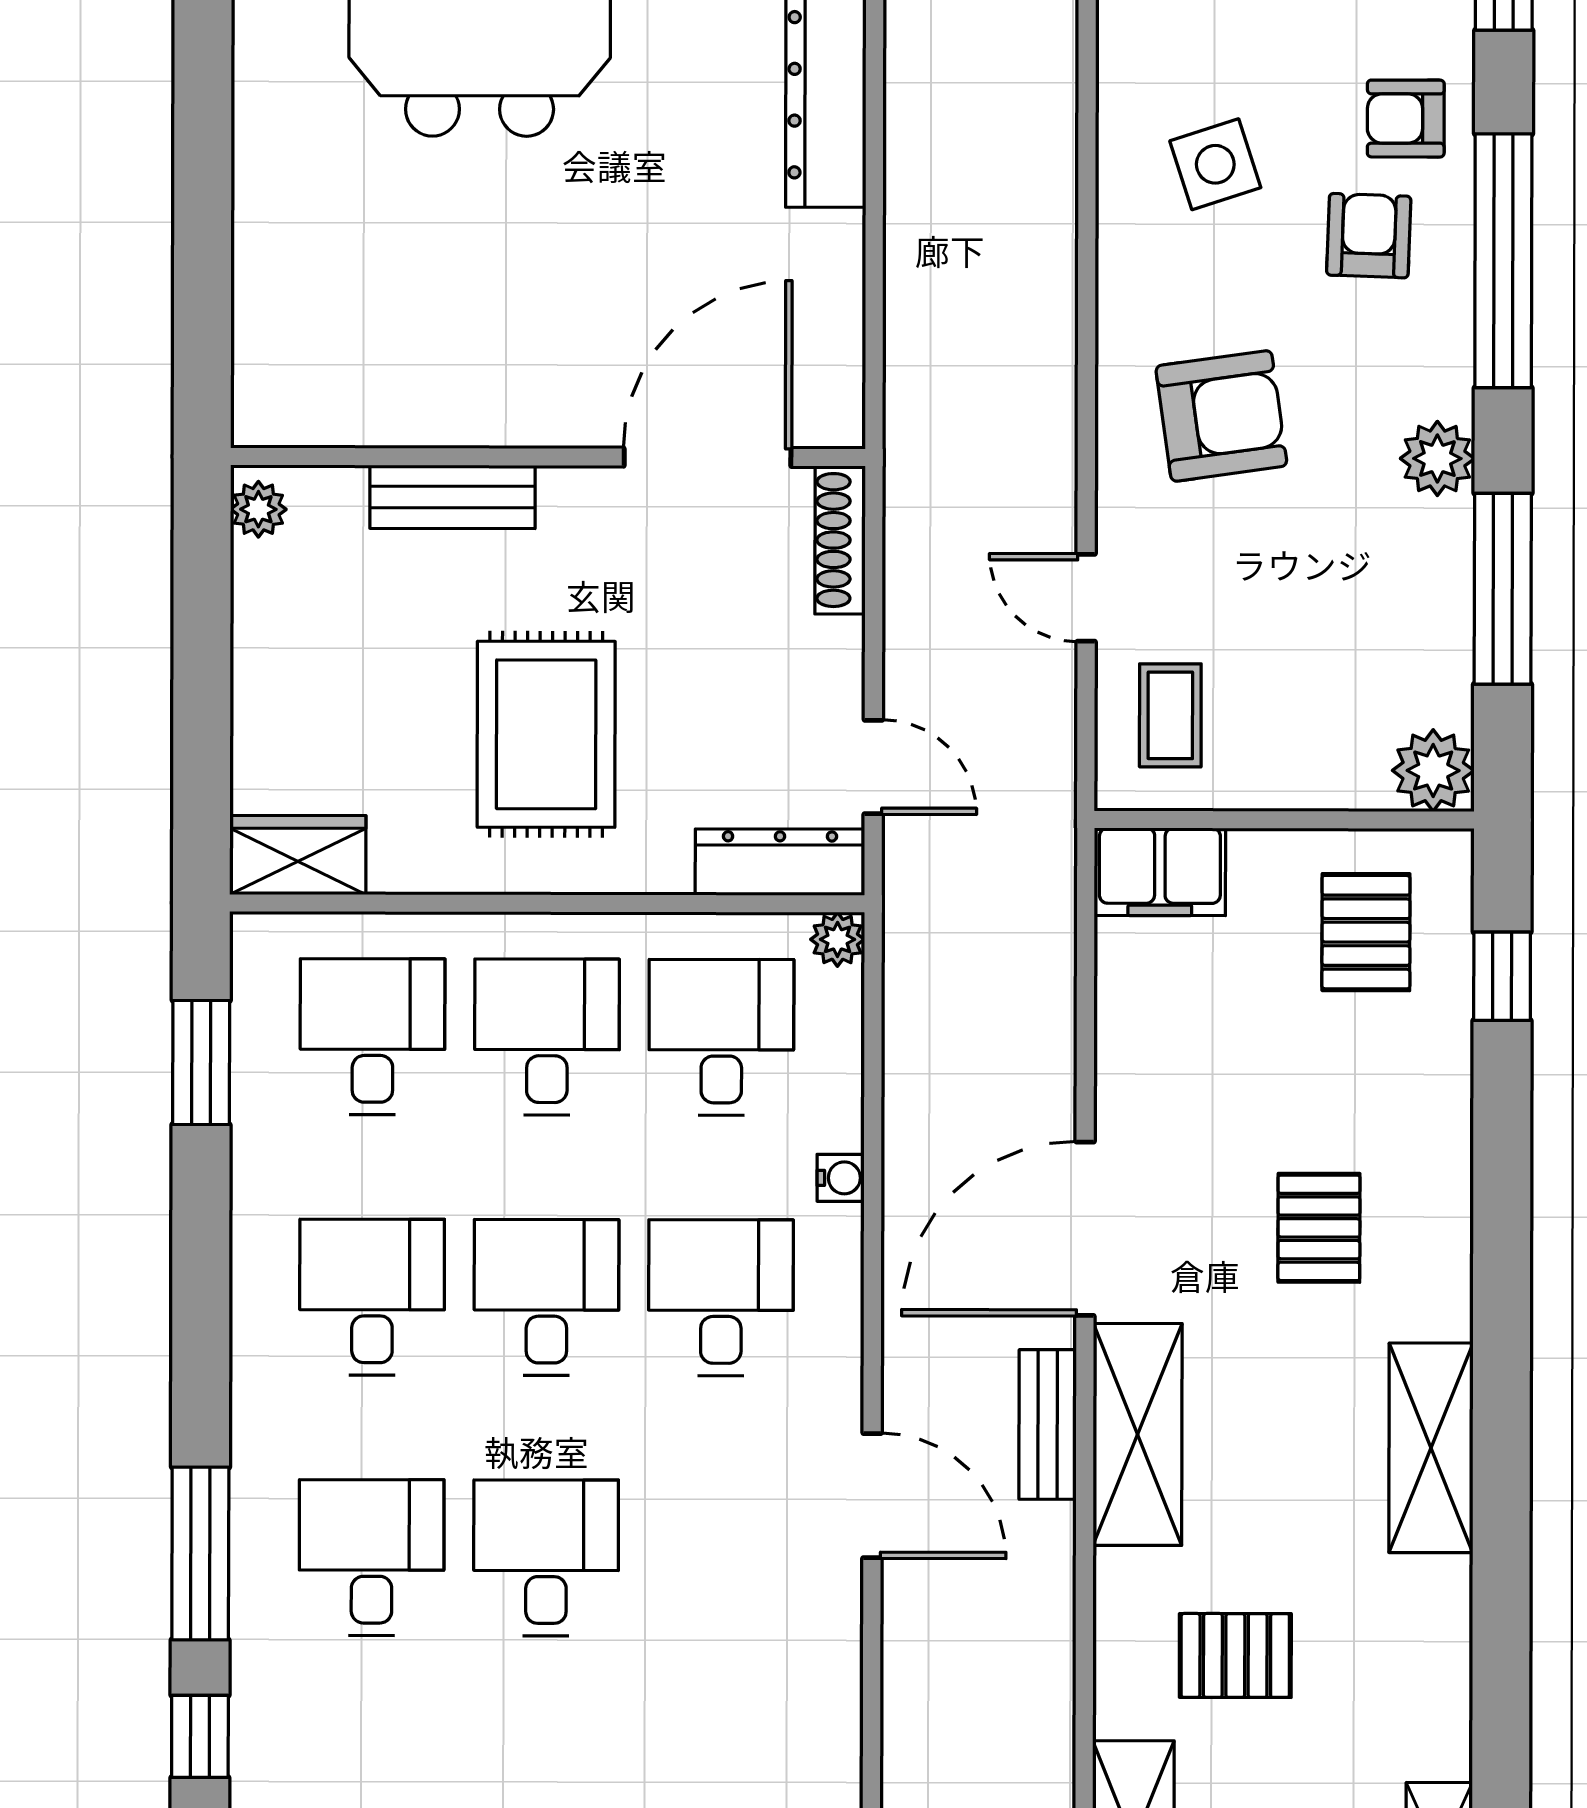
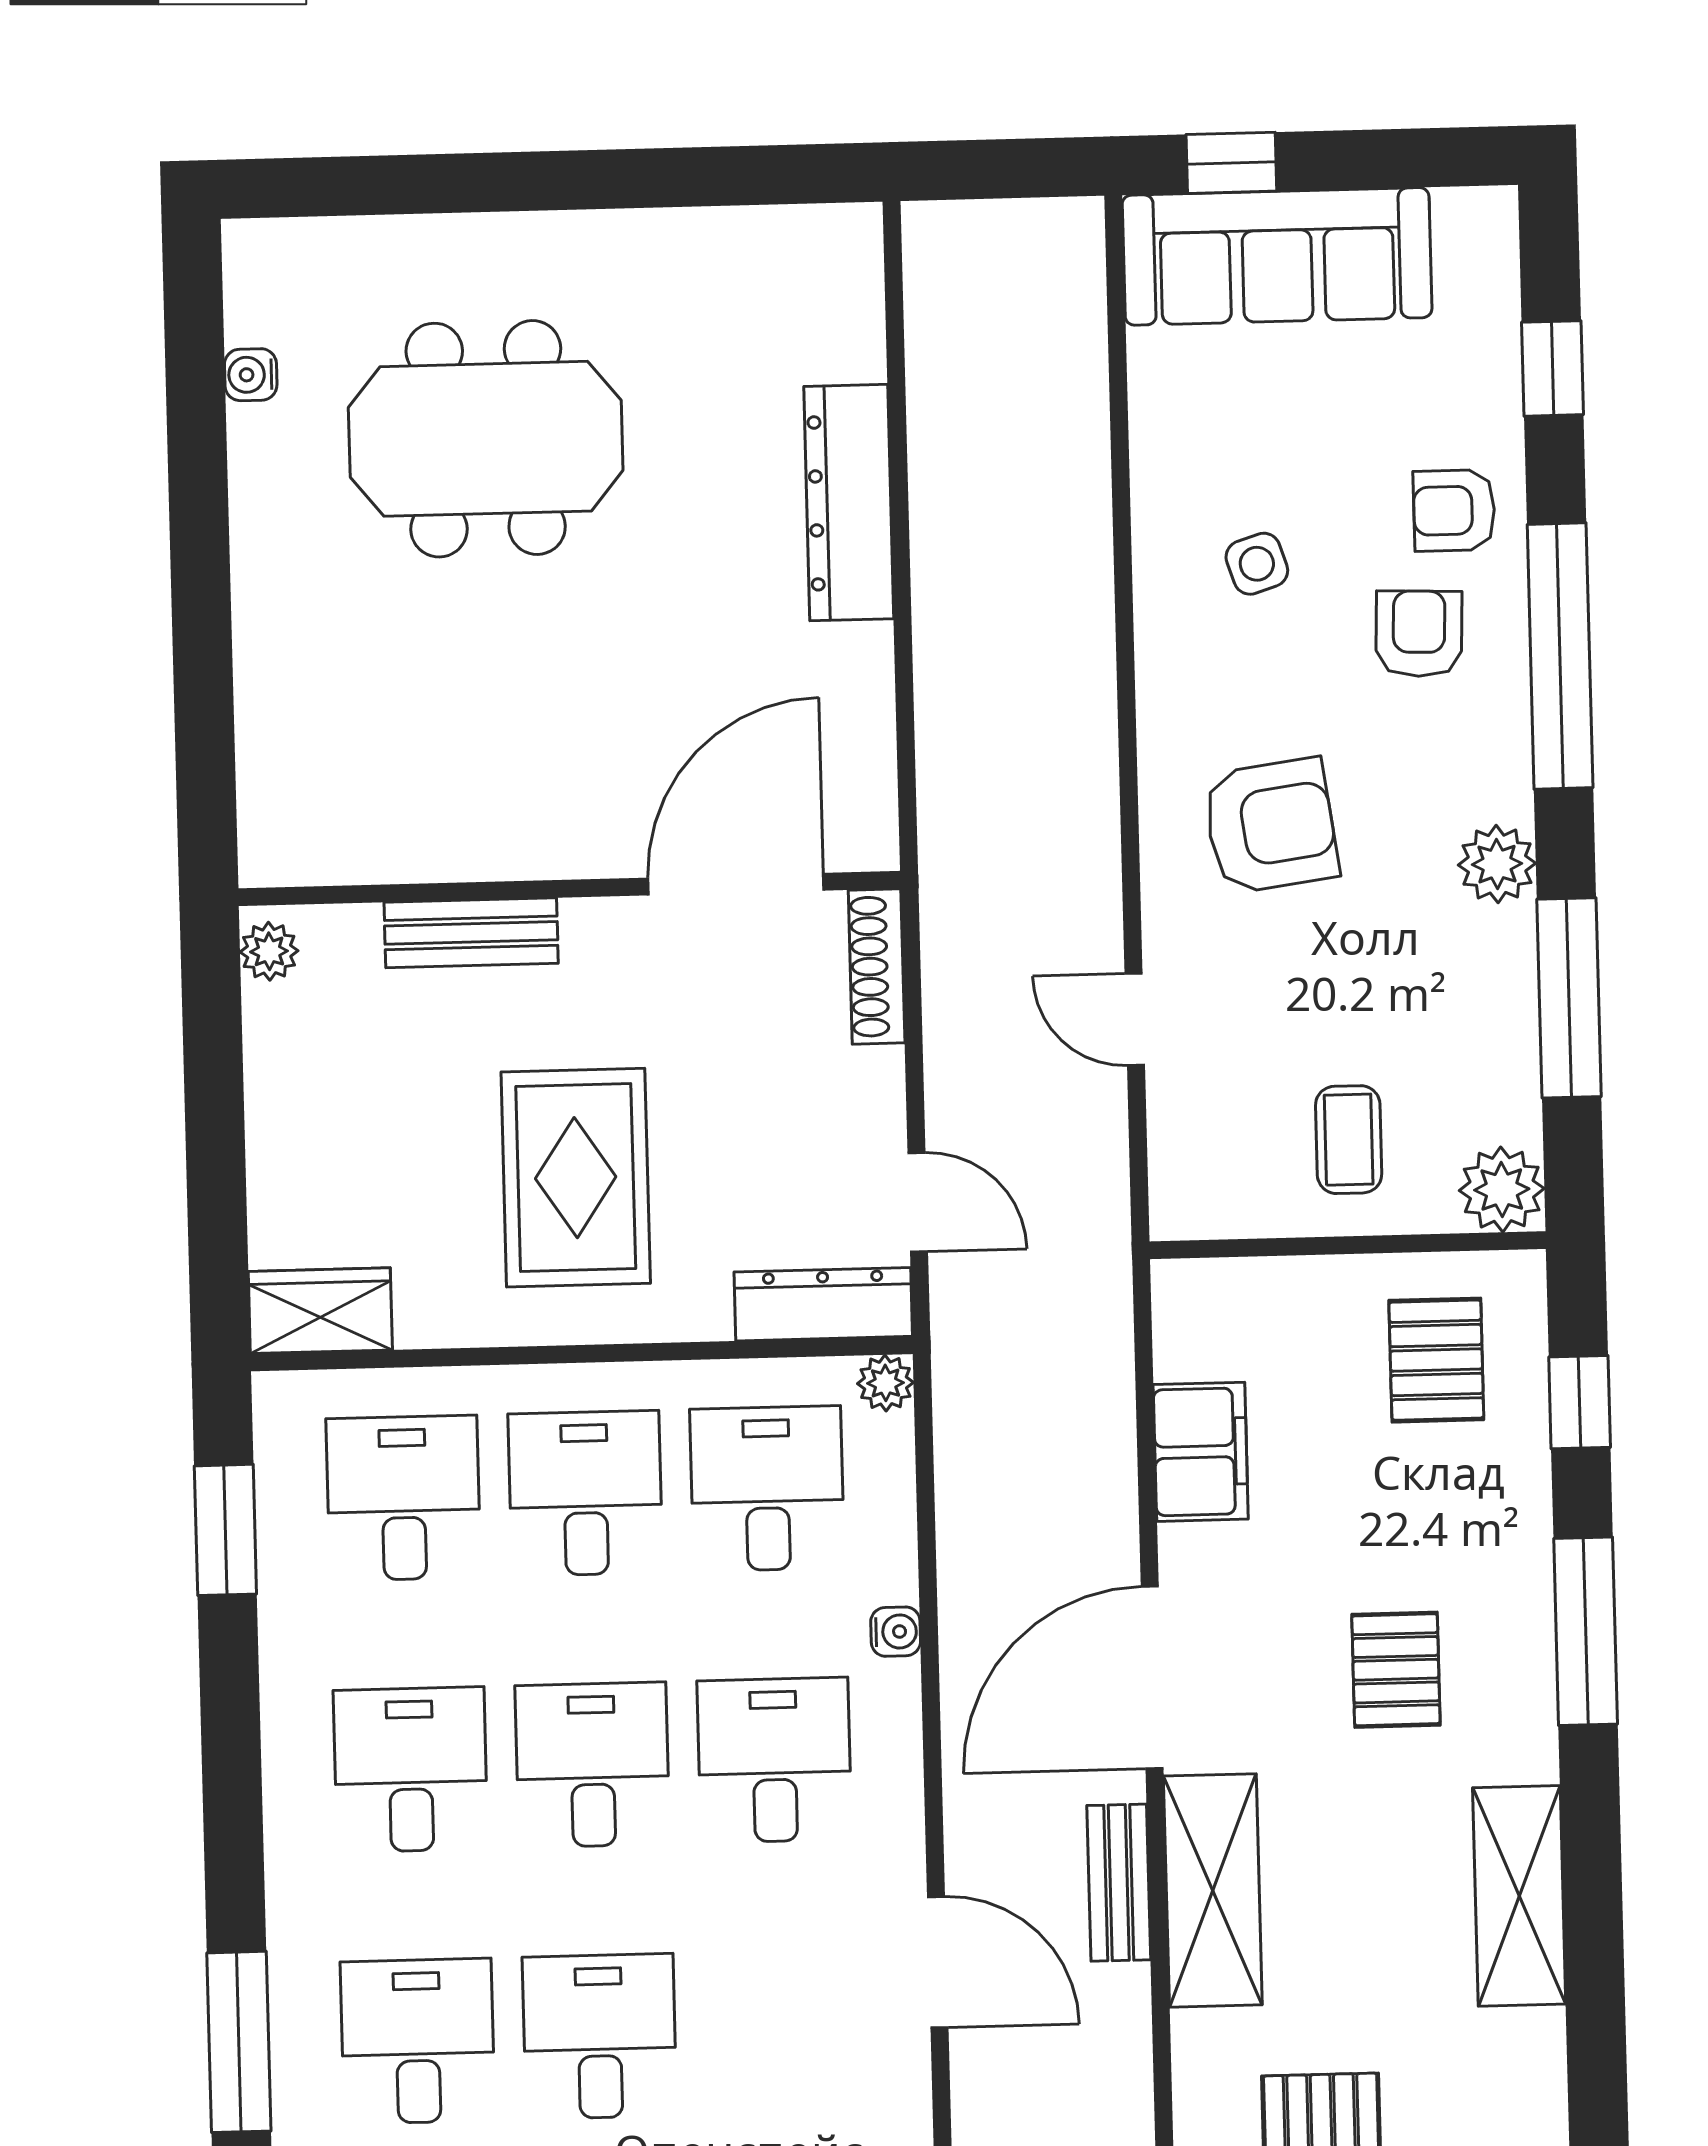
side table: (1215, 164) -> (1257, 564), width x0.73, depth x0.73
coffee table: (1170, 715) -> (1349, 1140), moved
filing cabinet: (1160, 872) -> (1201, 1452), moved, turned -90
window: (1502, 1196) -> (1586, 1631), added

